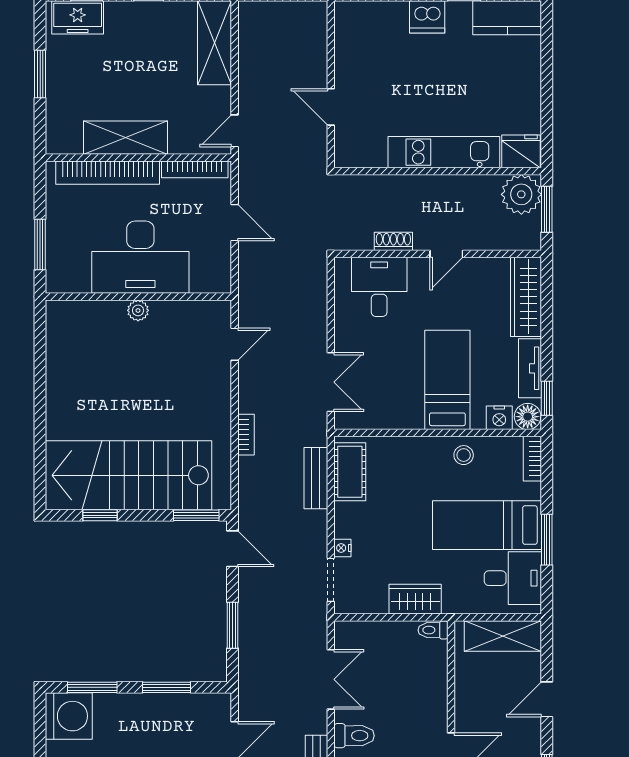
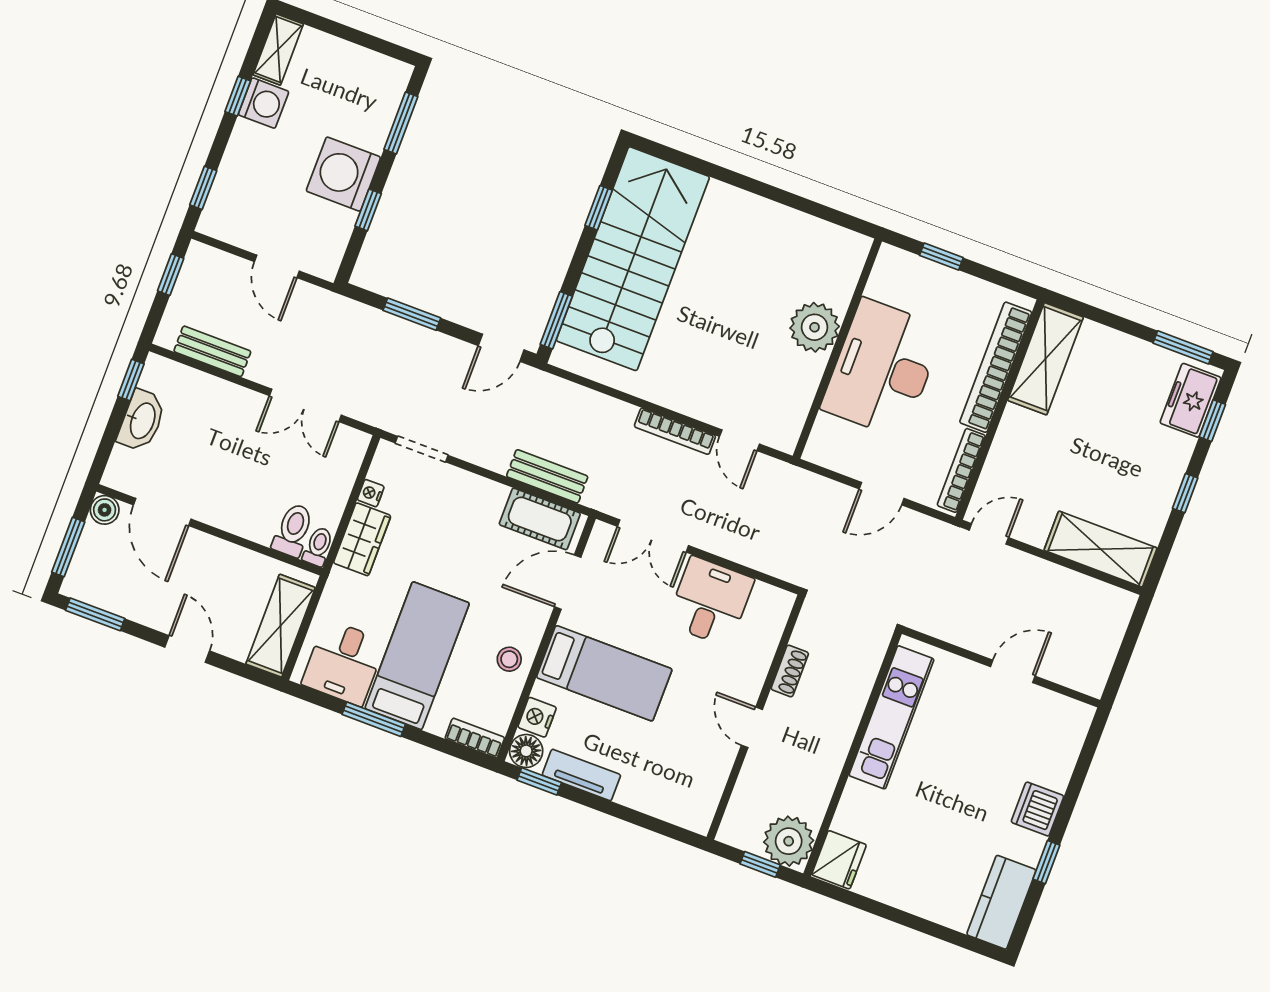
window: (40, 74) -> (1183, 347), moved
door: (331, 107) -> (1013, 671), moved
door: (235, 131) -> (989, 534), hinge flipped
shelving: (125, 138) -> (1045, 359), moved
kitchen unit: (444, 152) -> (891, 717), moved
window: (547, 209) -> (760, 864), width x0.67
window: (40, 245) -> (941, 257), width x0.67
desk: (379, 287) -> (710, 602), moved, turned -90
wardrobe: (526, 297) -> (667, 802), removed
plant: (138, 310) -> (815, 327), width x1.88, depth x1.88
door: (389, 433) -> (568, 582), added
bookcase: (246, 435) -> (675, 431), moved, width x1.56
nightstand: (342, 548) -> (371, 493), moved, turned -90
window: (167, 687) -> (368, 210), width x0.67
washing machine: (69, 716) -> (343, 174), moved, turned 90
toilet: (354, 736) -> (293, 530), moved, turned 180

